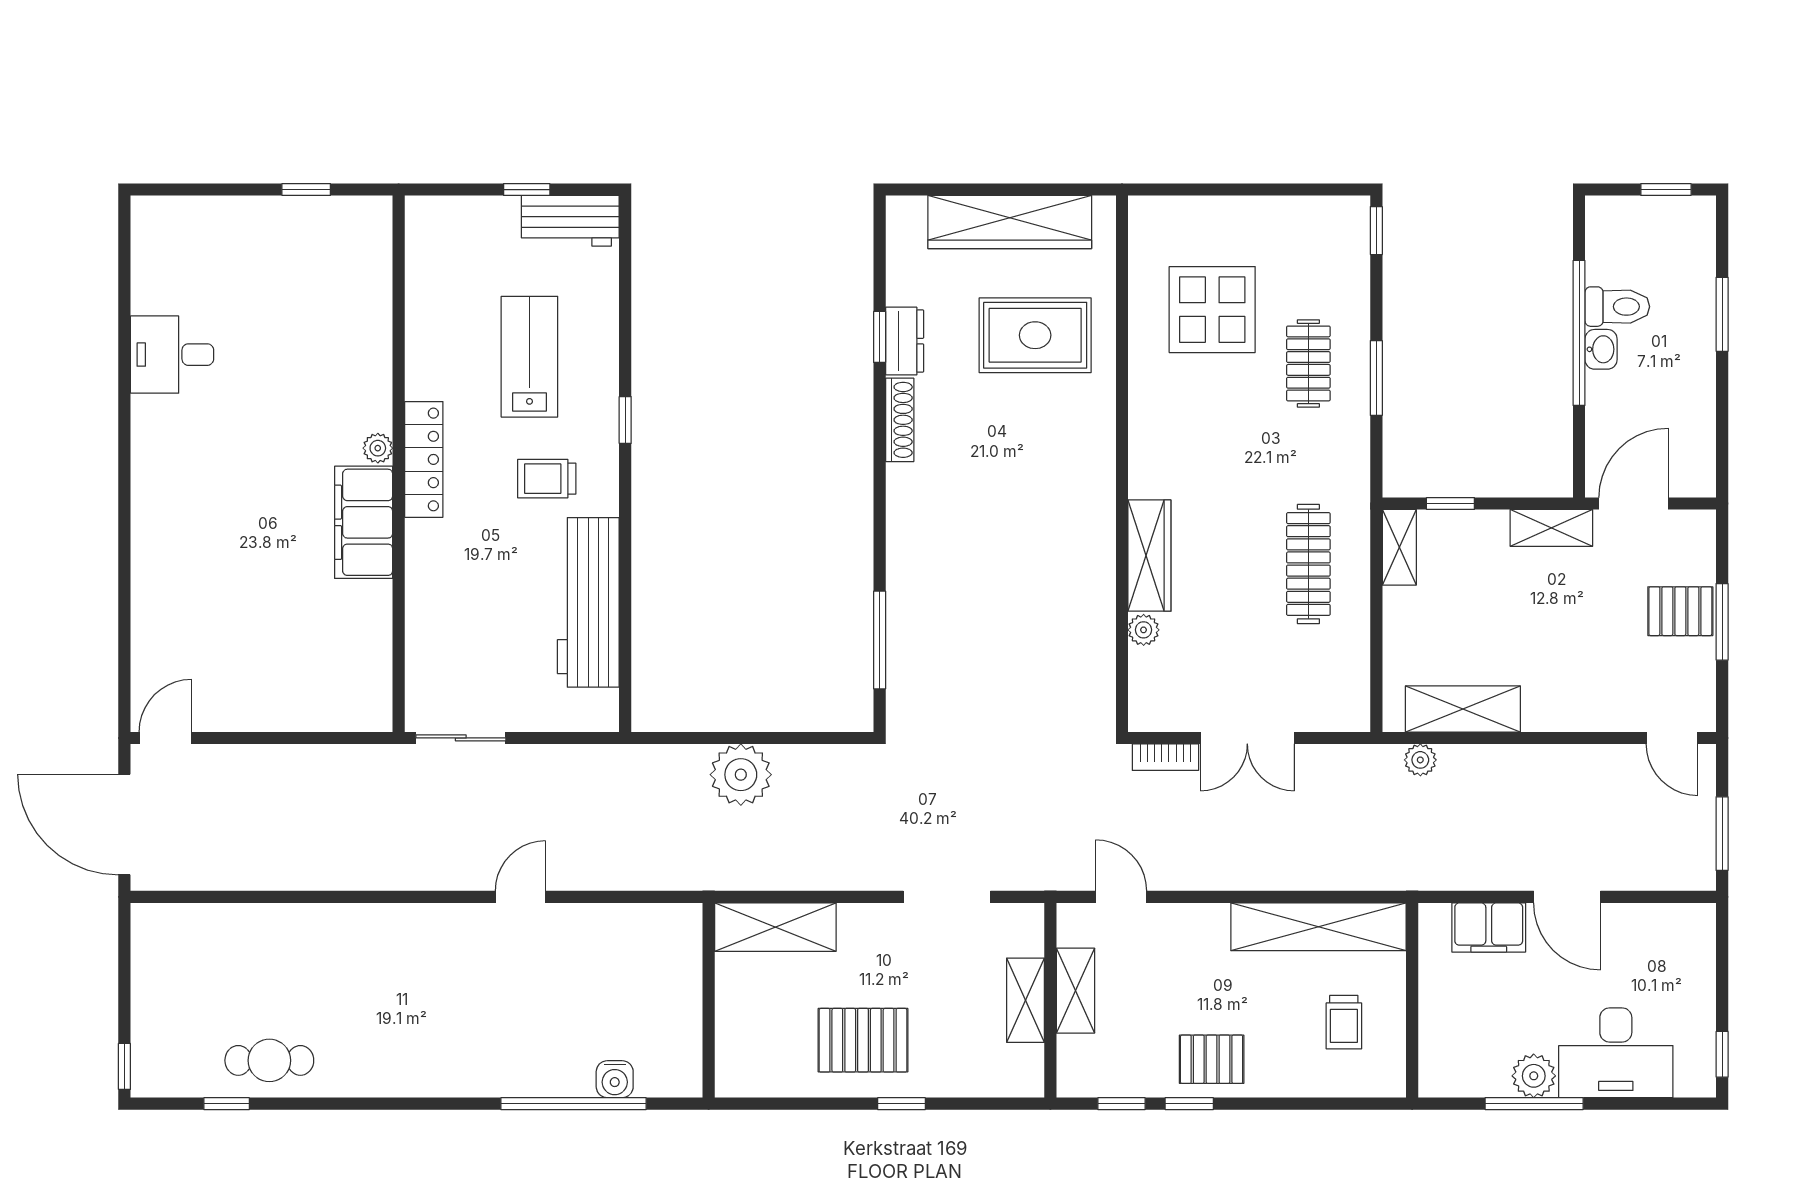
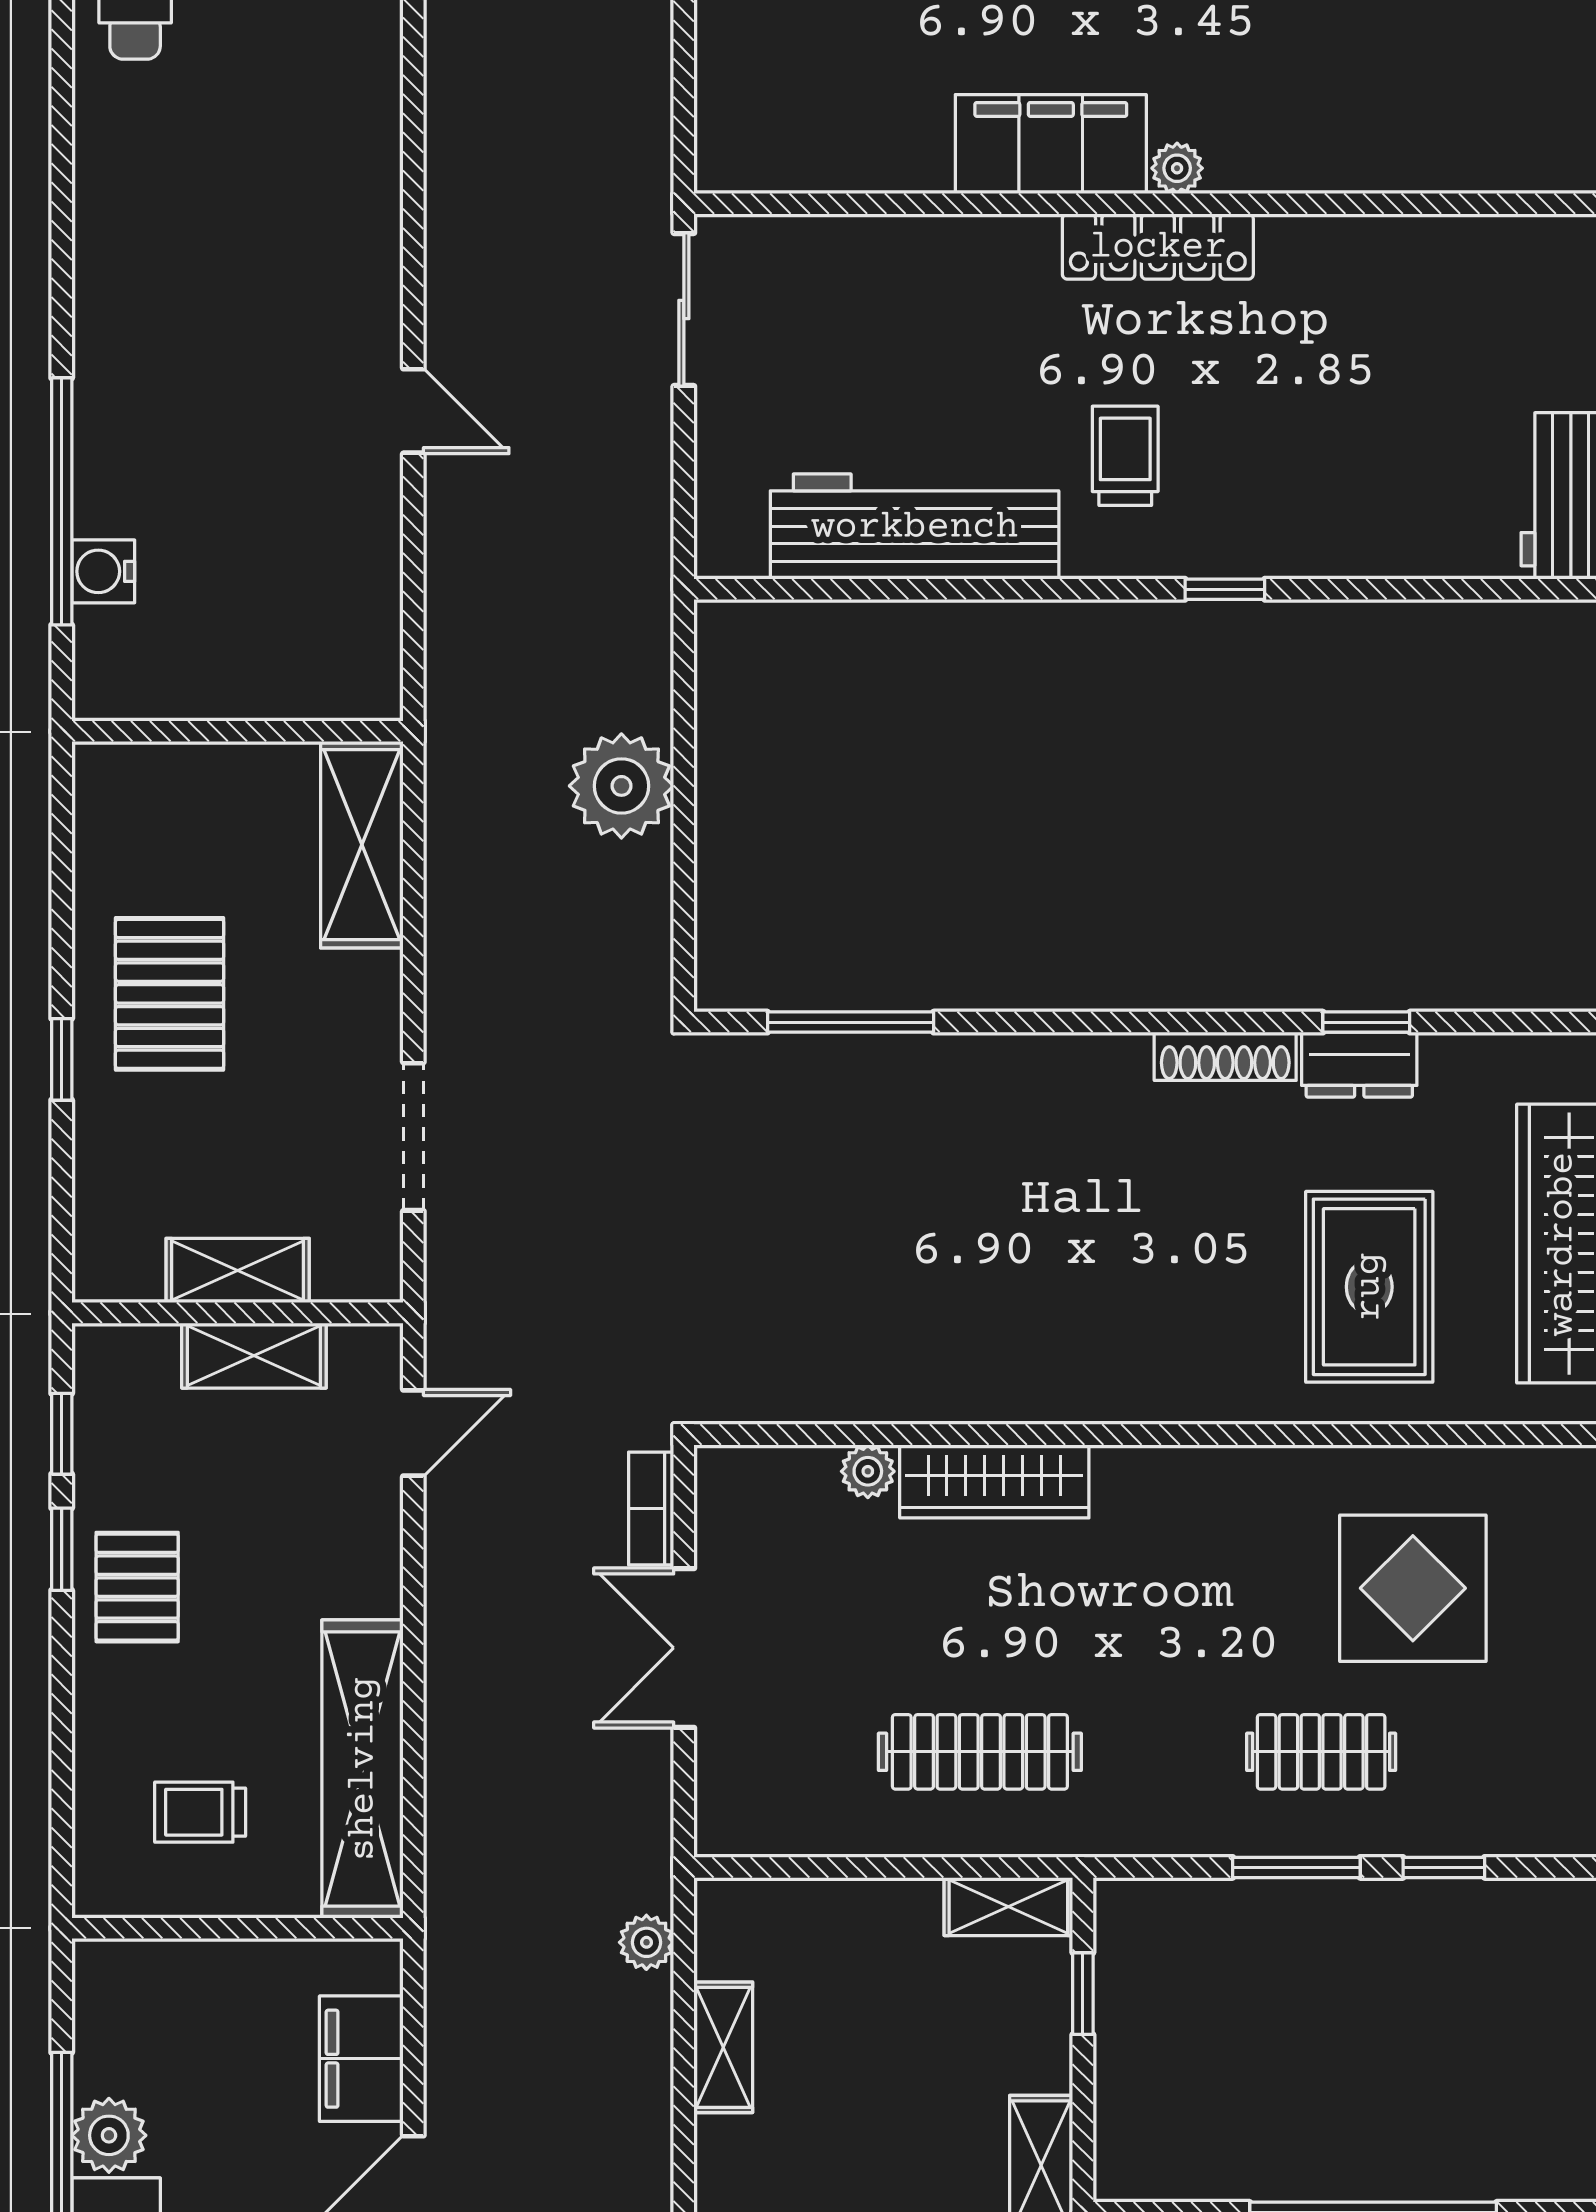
window: (1376, 231) -> (1444, 1867), moved
lab bench: (529, 357) -> (1333, 426), removed
shelving: (1463, 709) -> (723, 2047), width x0.67, depth x0.75

